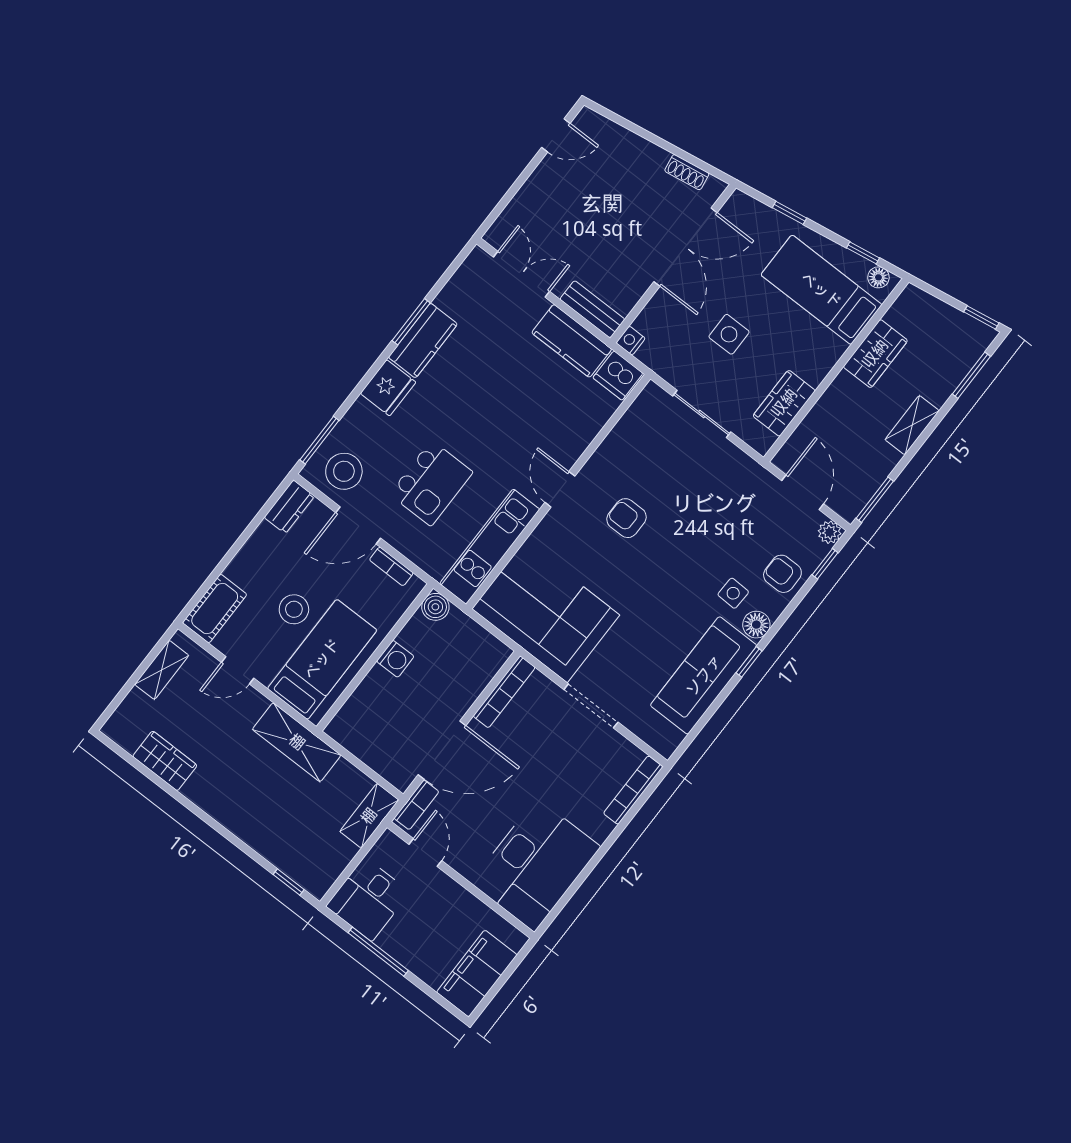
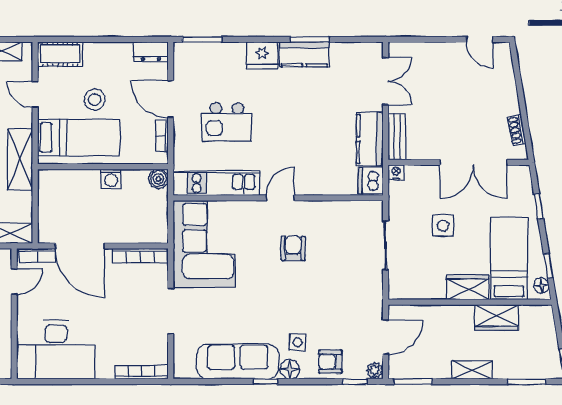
wardrobe: (784, 403) -> (468, 287), moved
stool: (344, 471) -> (195, 67), removed
armchair: (782, 574) -> (330, 362), turned -90

